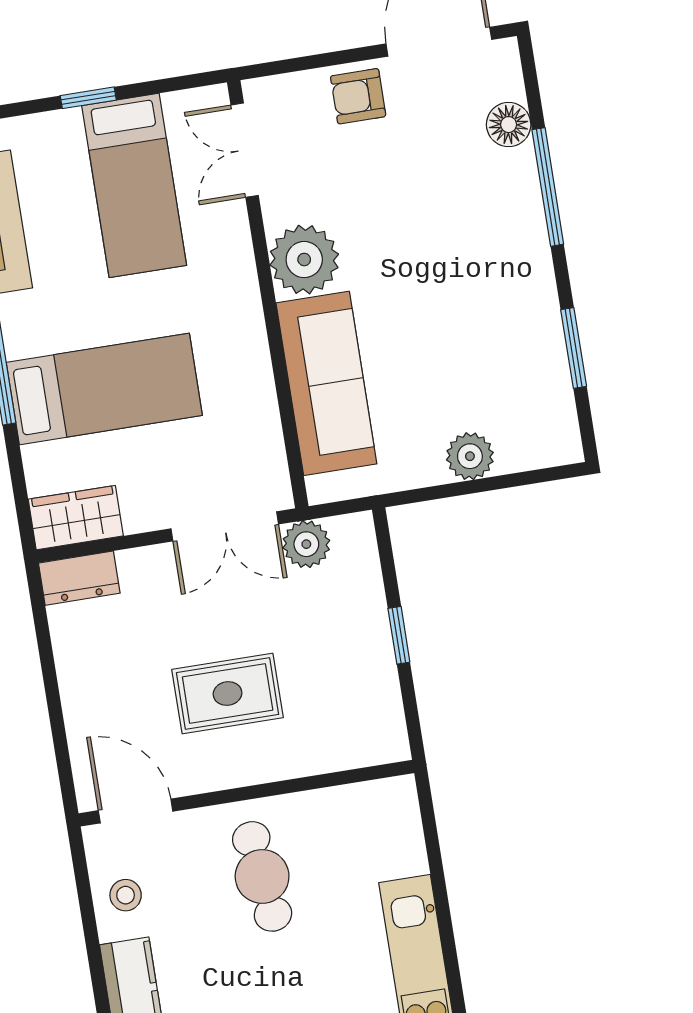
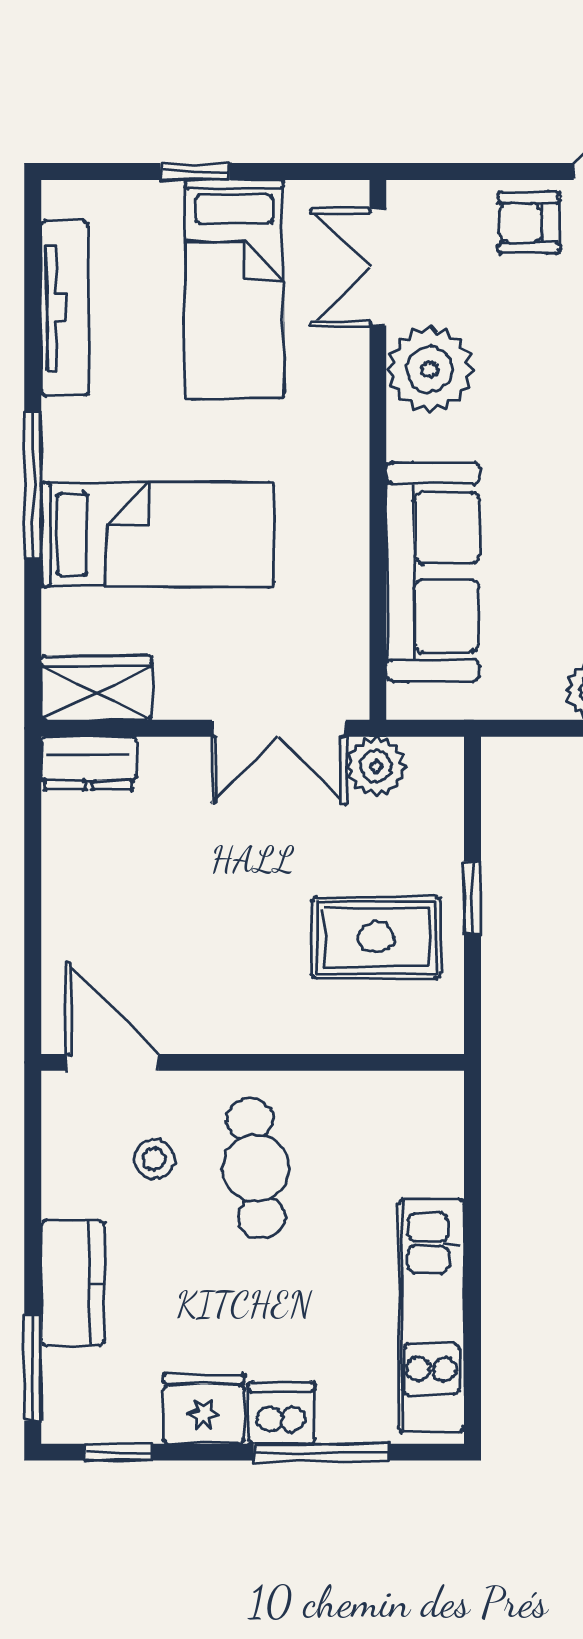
plant: (304, 260) -> (430, 369), moved
rug: (228, 693) -> (376, 937), moved
stool: (126, 895) -> (154, 1159), moved

